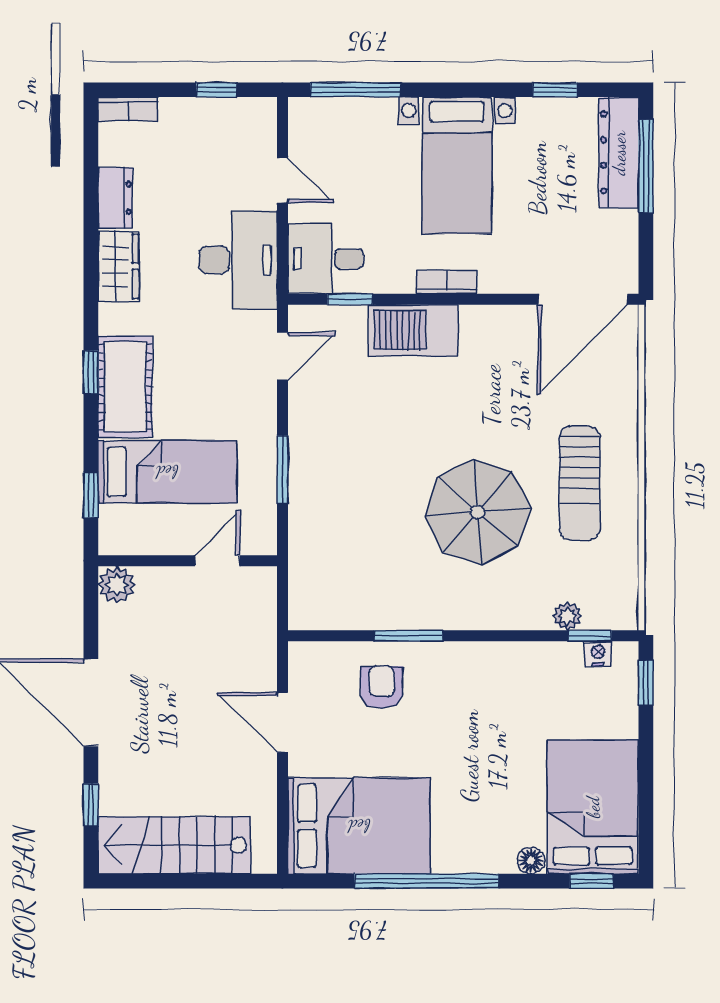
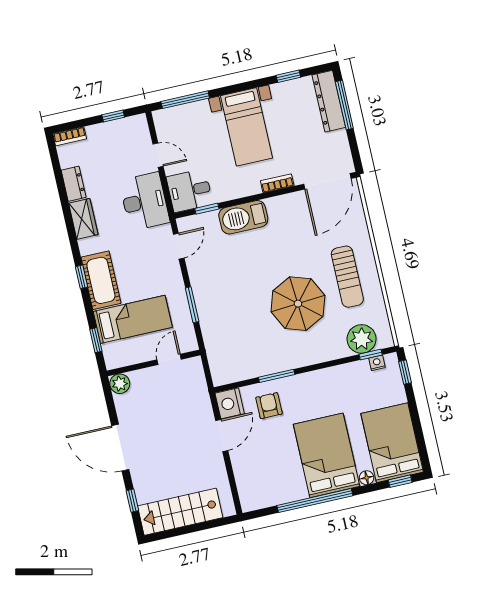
bookcase: (447, 282) -> (277, 183), moved
plant: (567, 616) -> (362, 339), width x1.88, depth x1.88
nightstand: (310, 667) -> (230, 403), added
door: (282, 722) -> (222, 435), swing flipped
bed: (359, 826) -> (326, 455), moved, turned -90

